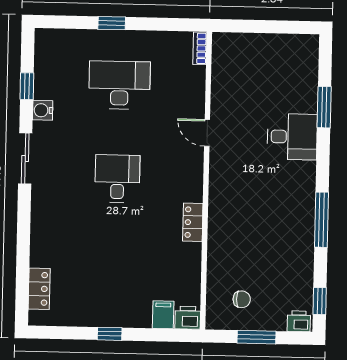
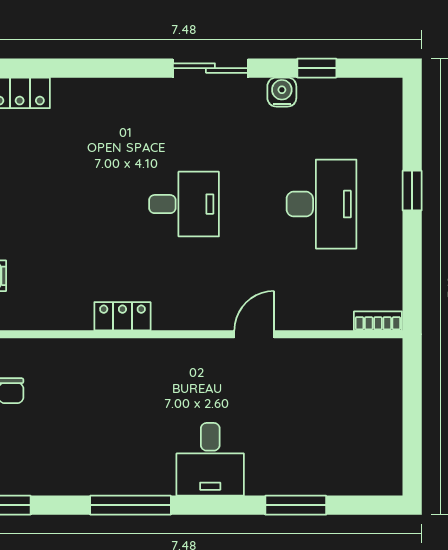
desk: (292, 137) -> (210, 459), moved

